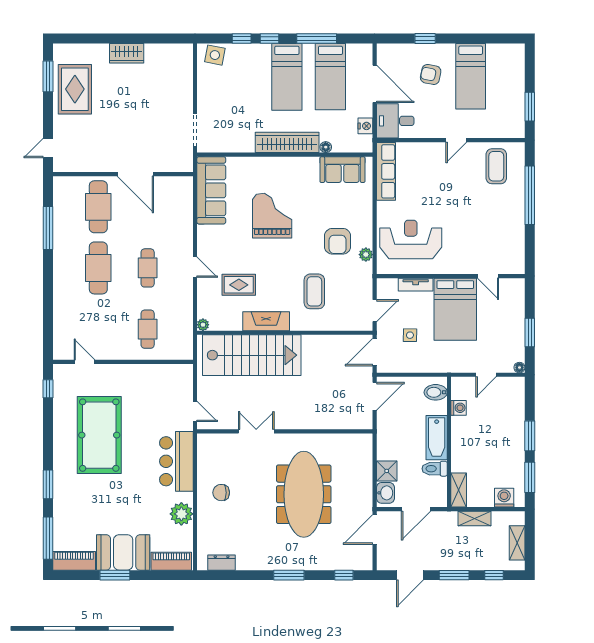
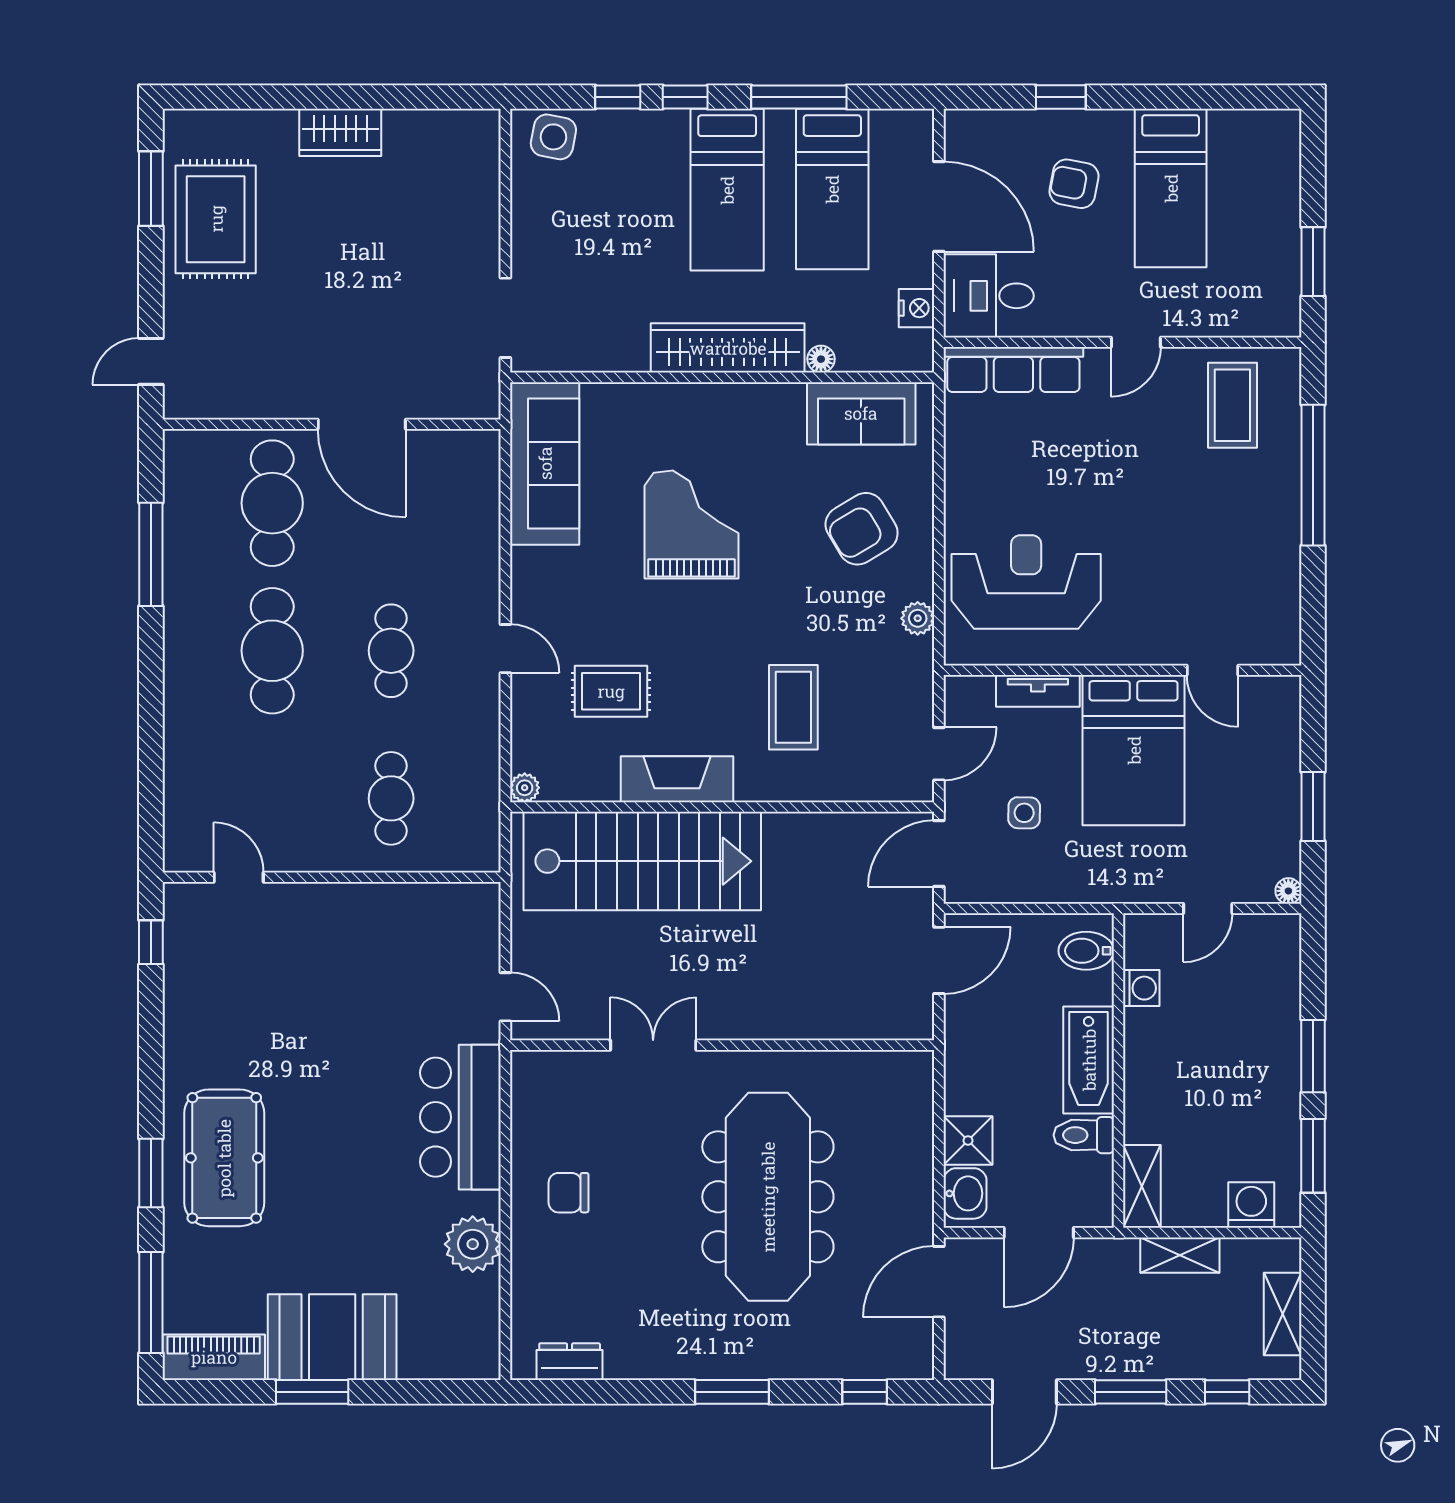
row of seats: (386, 171) -> (1013, 369), moved, turned 90
armchair: (338, 241) -> (862, 529), moved, turned 59
pool table: (99, 435) -> (224, 1158), moved, width x0.73, depth x0.76
piano: (171, 561) -> (448, 1358), removed

